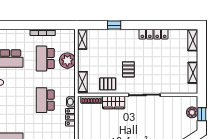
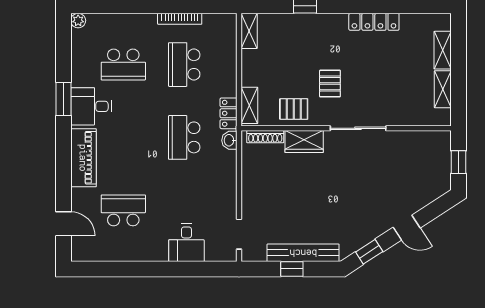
shelving: (193, 40) -> (443, 50), moved
plant: (67, 61) -> (223, 68), removed
plant: (192, 112) -> (441, 159), removed
locker: (70, 117) -> (228, 113), moved

